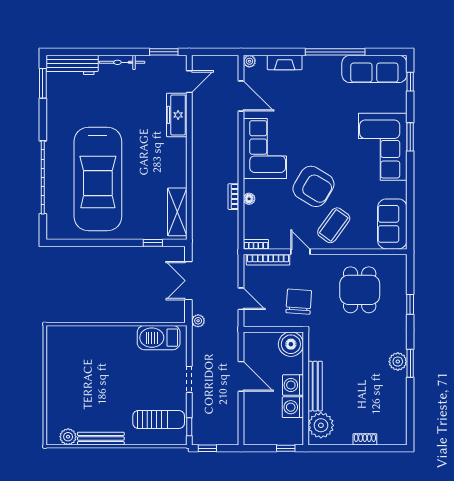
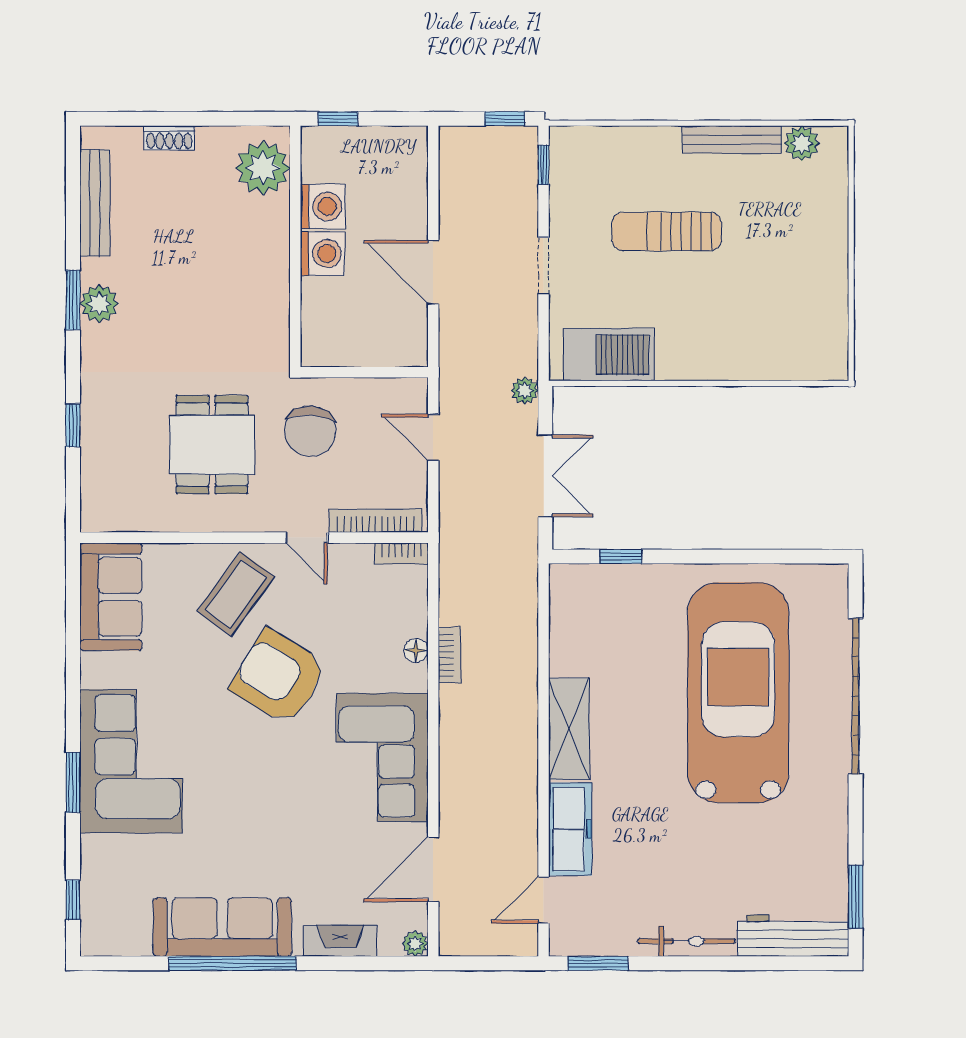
sofa: (374, 69) -> (222, 927), moved
door: (241, 96) -> (433, 870), hinge flipped
shelving: (177, 212) -> (569, 729), moved
dining table: (360, 290) -> (212, 445), moved
boiler: (291, 344) -> (327, 341), removed
bench: (315, 386) -> (95, 203), moved
sun lounger: (159, 419) -> (667, 231), moved

